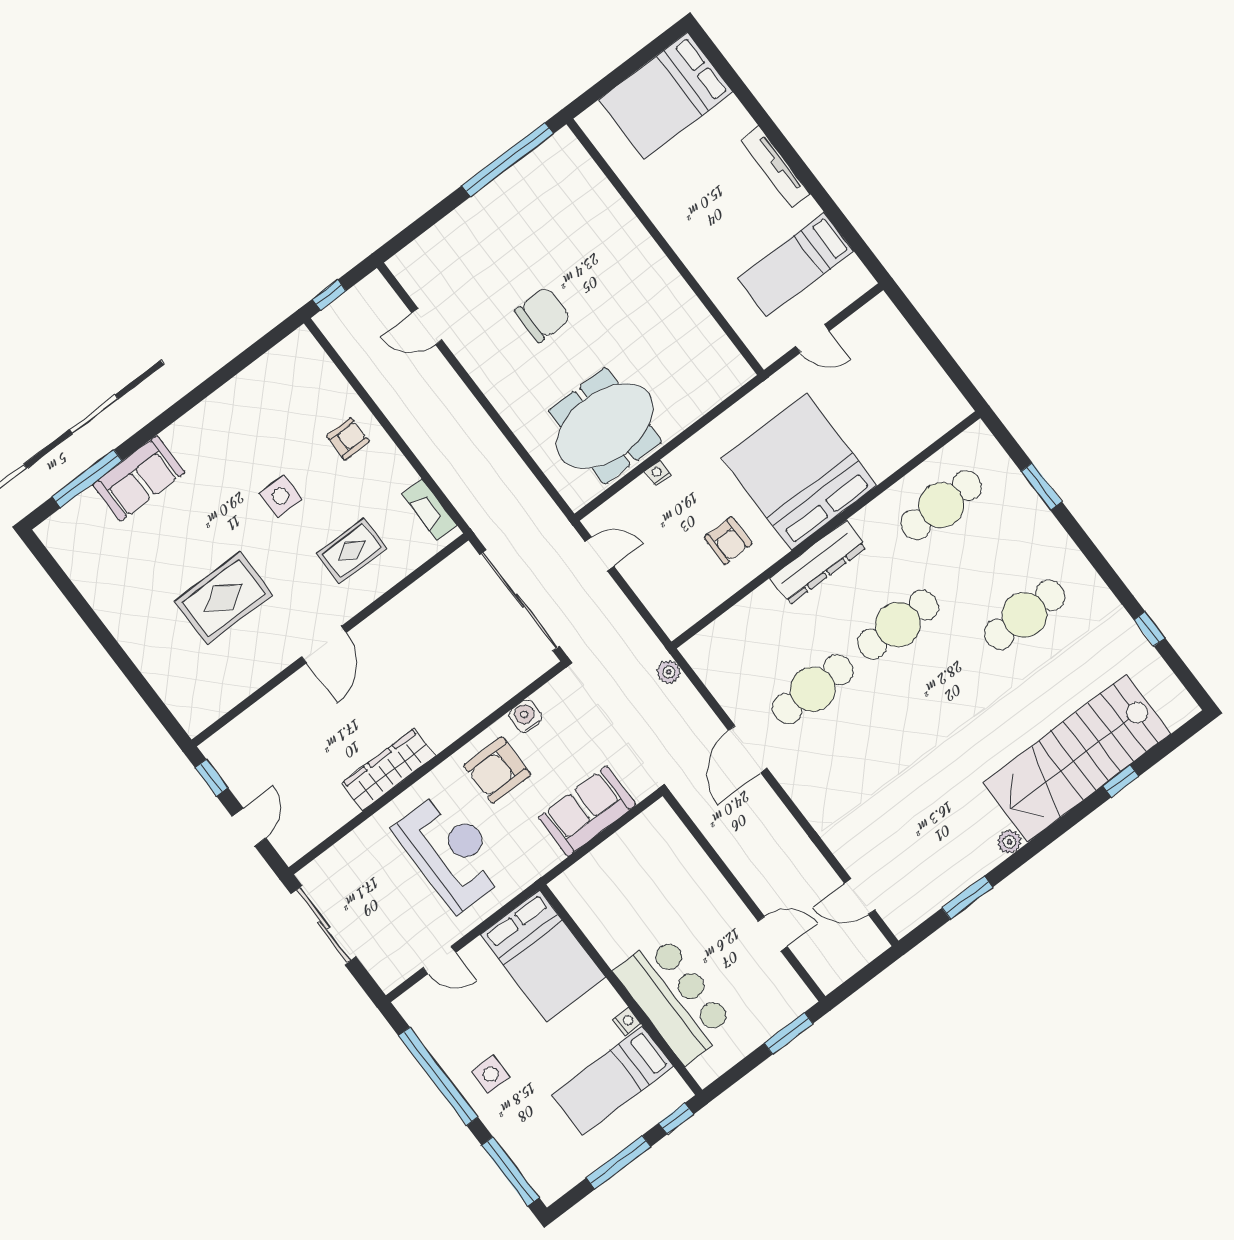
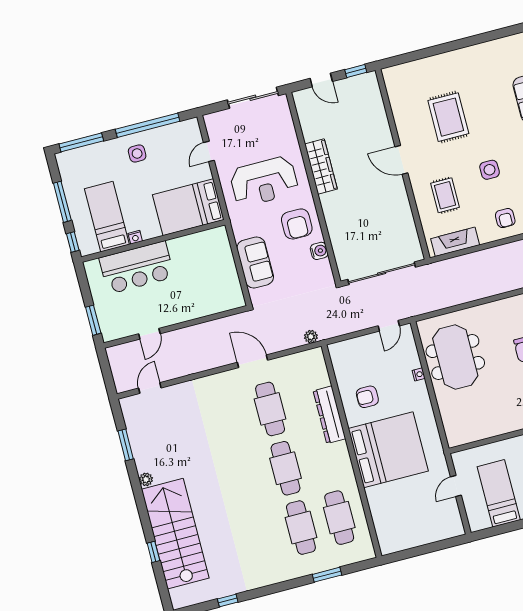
fireplace: (430, 510) -> (455, 242), width x1.37, depth x1.32
dresser: (818, 563) -> (329, 415), moved
cafe table: (1025, 615) -> (301, 528), moved
armchair: (497, 770) -> (297, 224), turned 180

